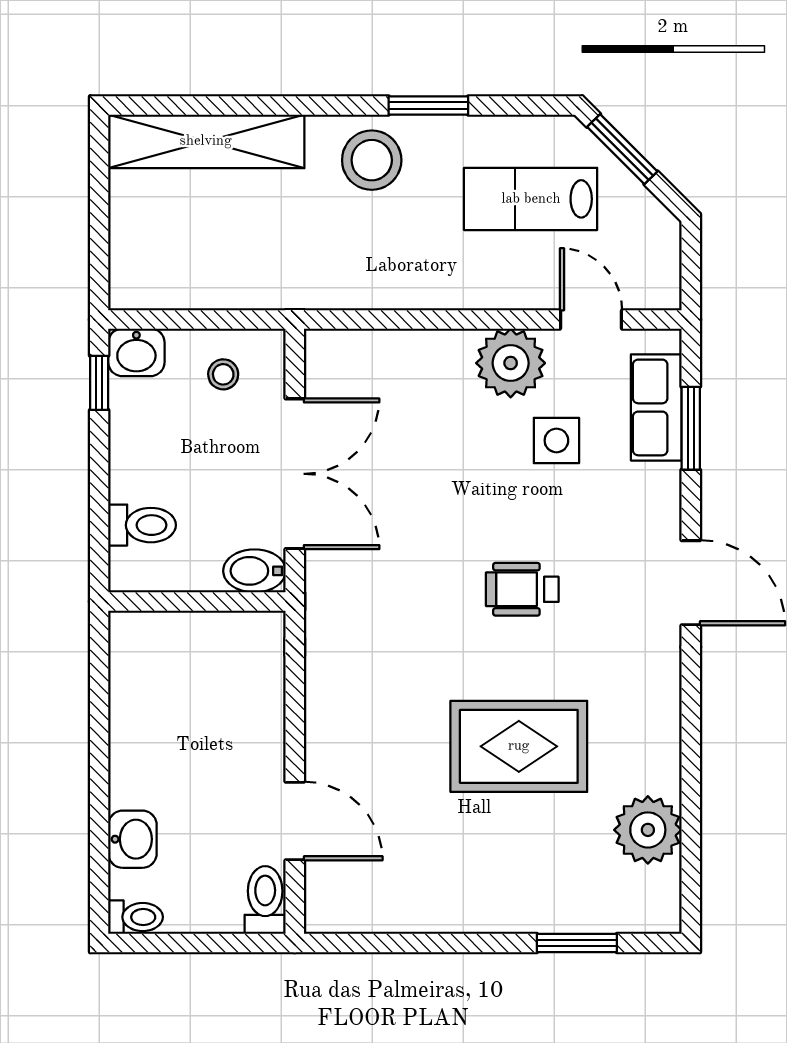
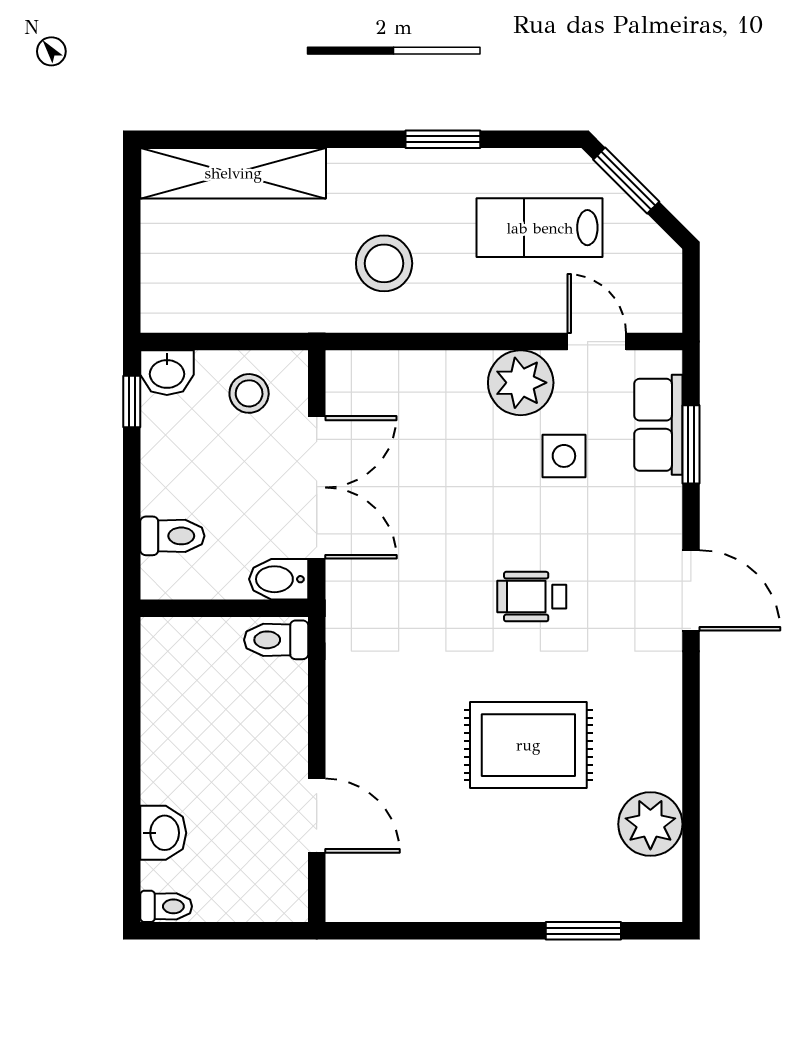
stool: (372, 160) -> (384, 263), moved
stool: (223, 374) -> (249, 393), width x1.37, depth x1.37
toilet: (265, 900) -> (276, 640), moved, turned -90

